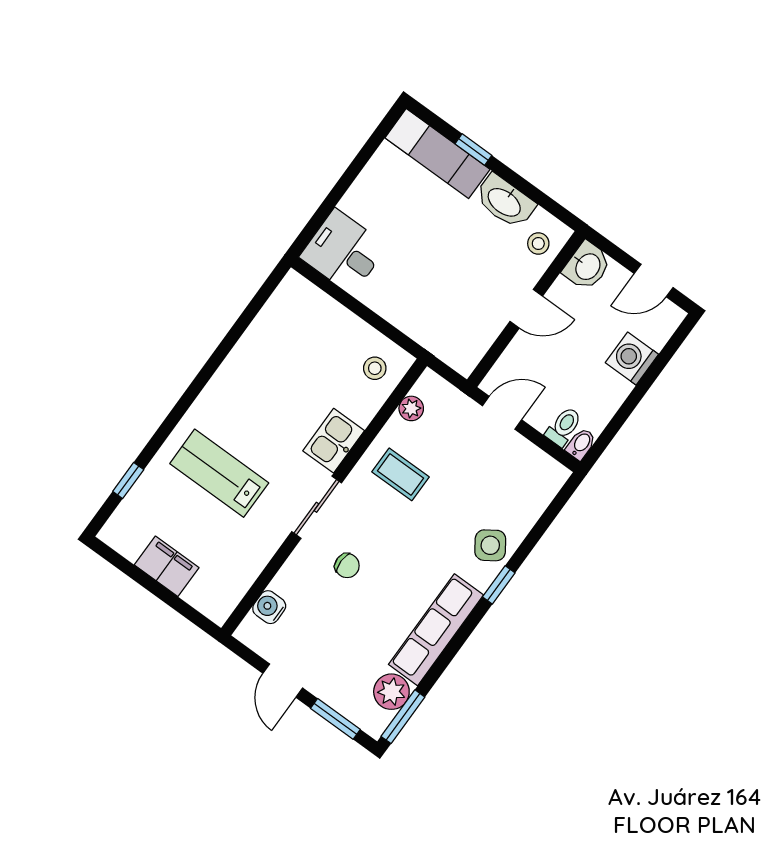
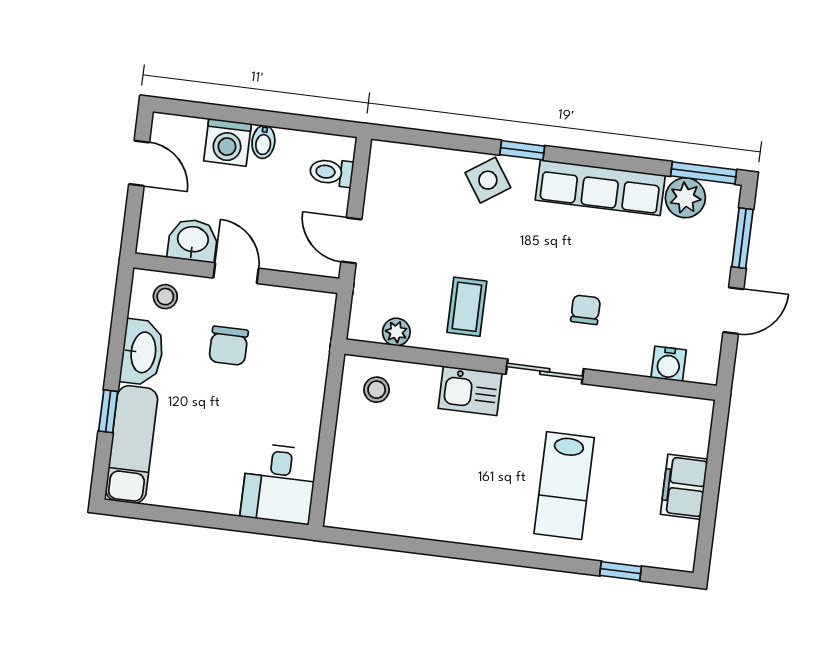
washbasin: (587, 266) -> (193, 240), moved
chair: (473, 272) -> (229, 346), added
bidet: (581, 444) -> (263, 142), moved, turned -90

